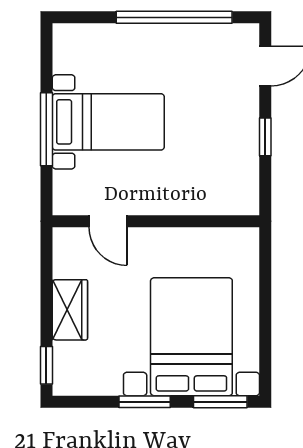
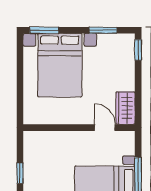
wardrobe: (70, 310) -> (125, 108), moved
window: (145, 402) -> (103, 30), moved

